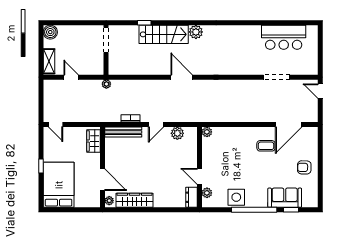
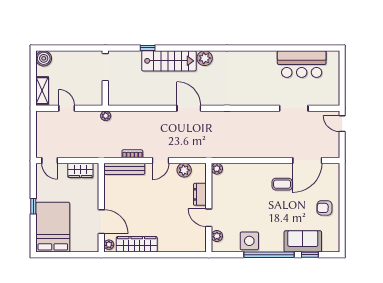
wardrobe: (94, 141) -> (80, 170), moved, turned -90
dresser: (191, 197) -> (200, 194), moved

